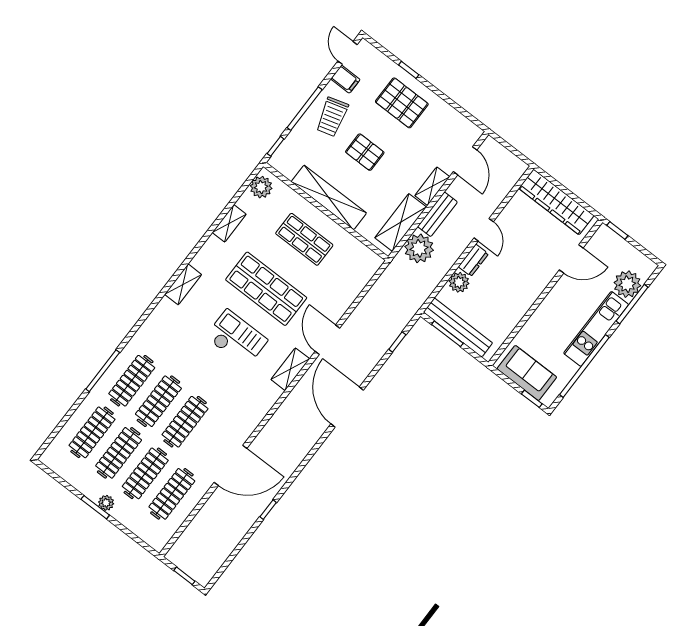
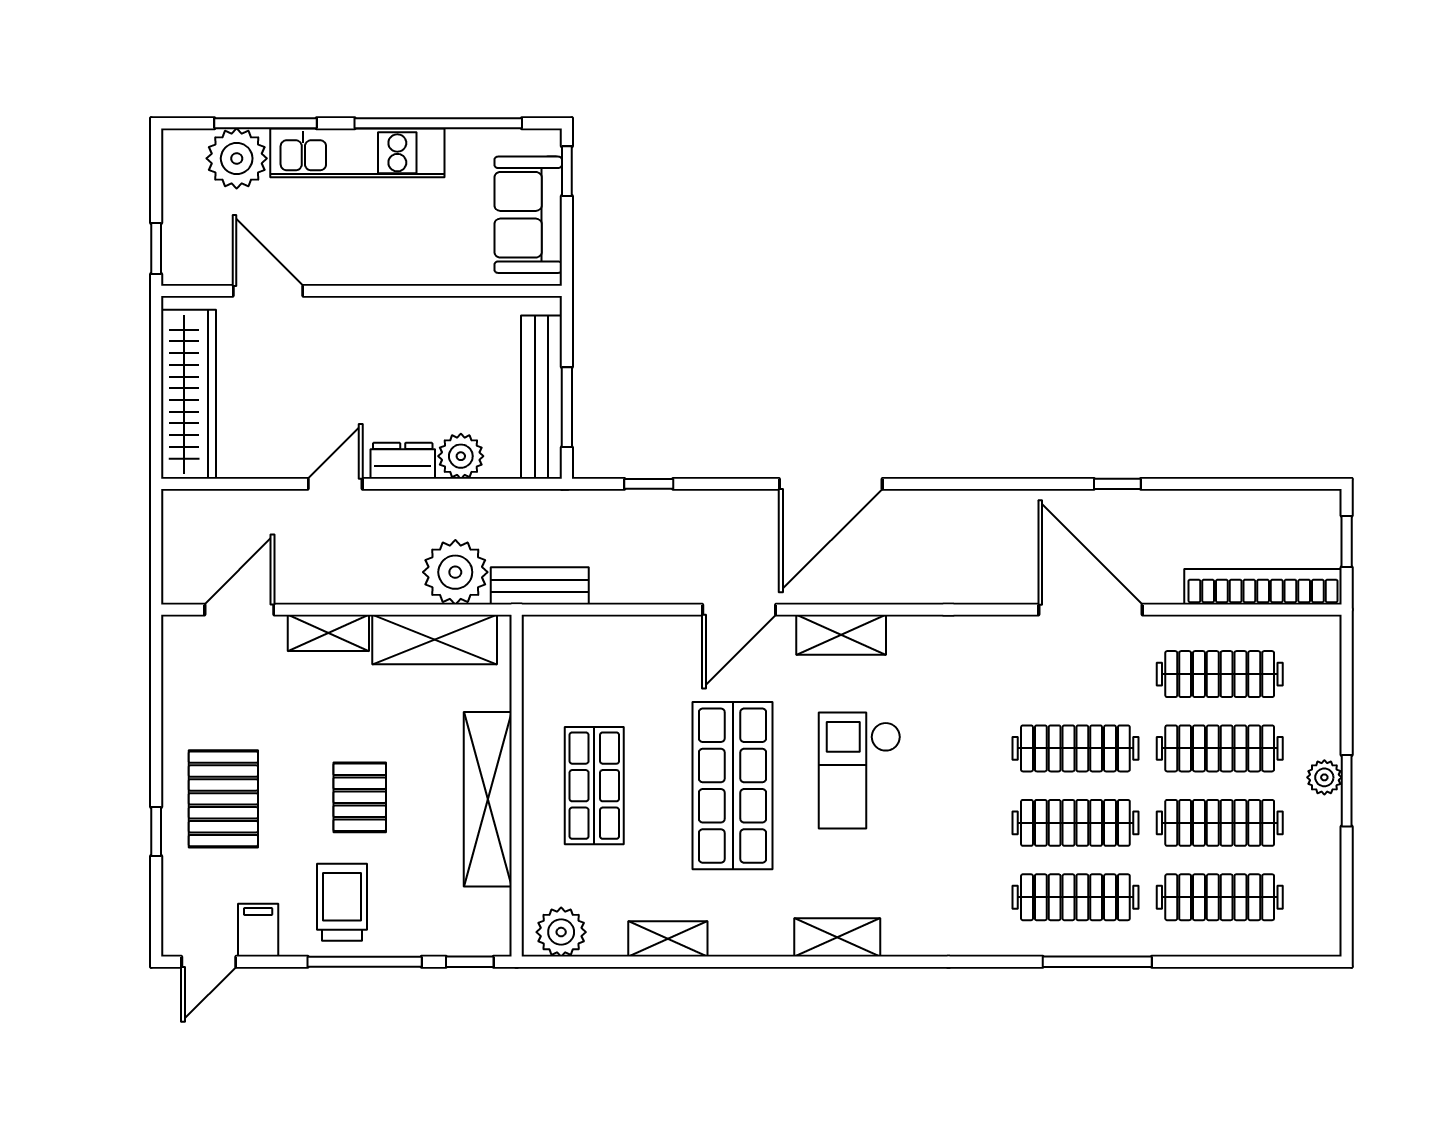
trolley: (332, 117) -> (342, 902), turned -74
bench: (437, 214) -> (540, 586), moved
bookcase: (191, 533) -> (1263, 587), added

